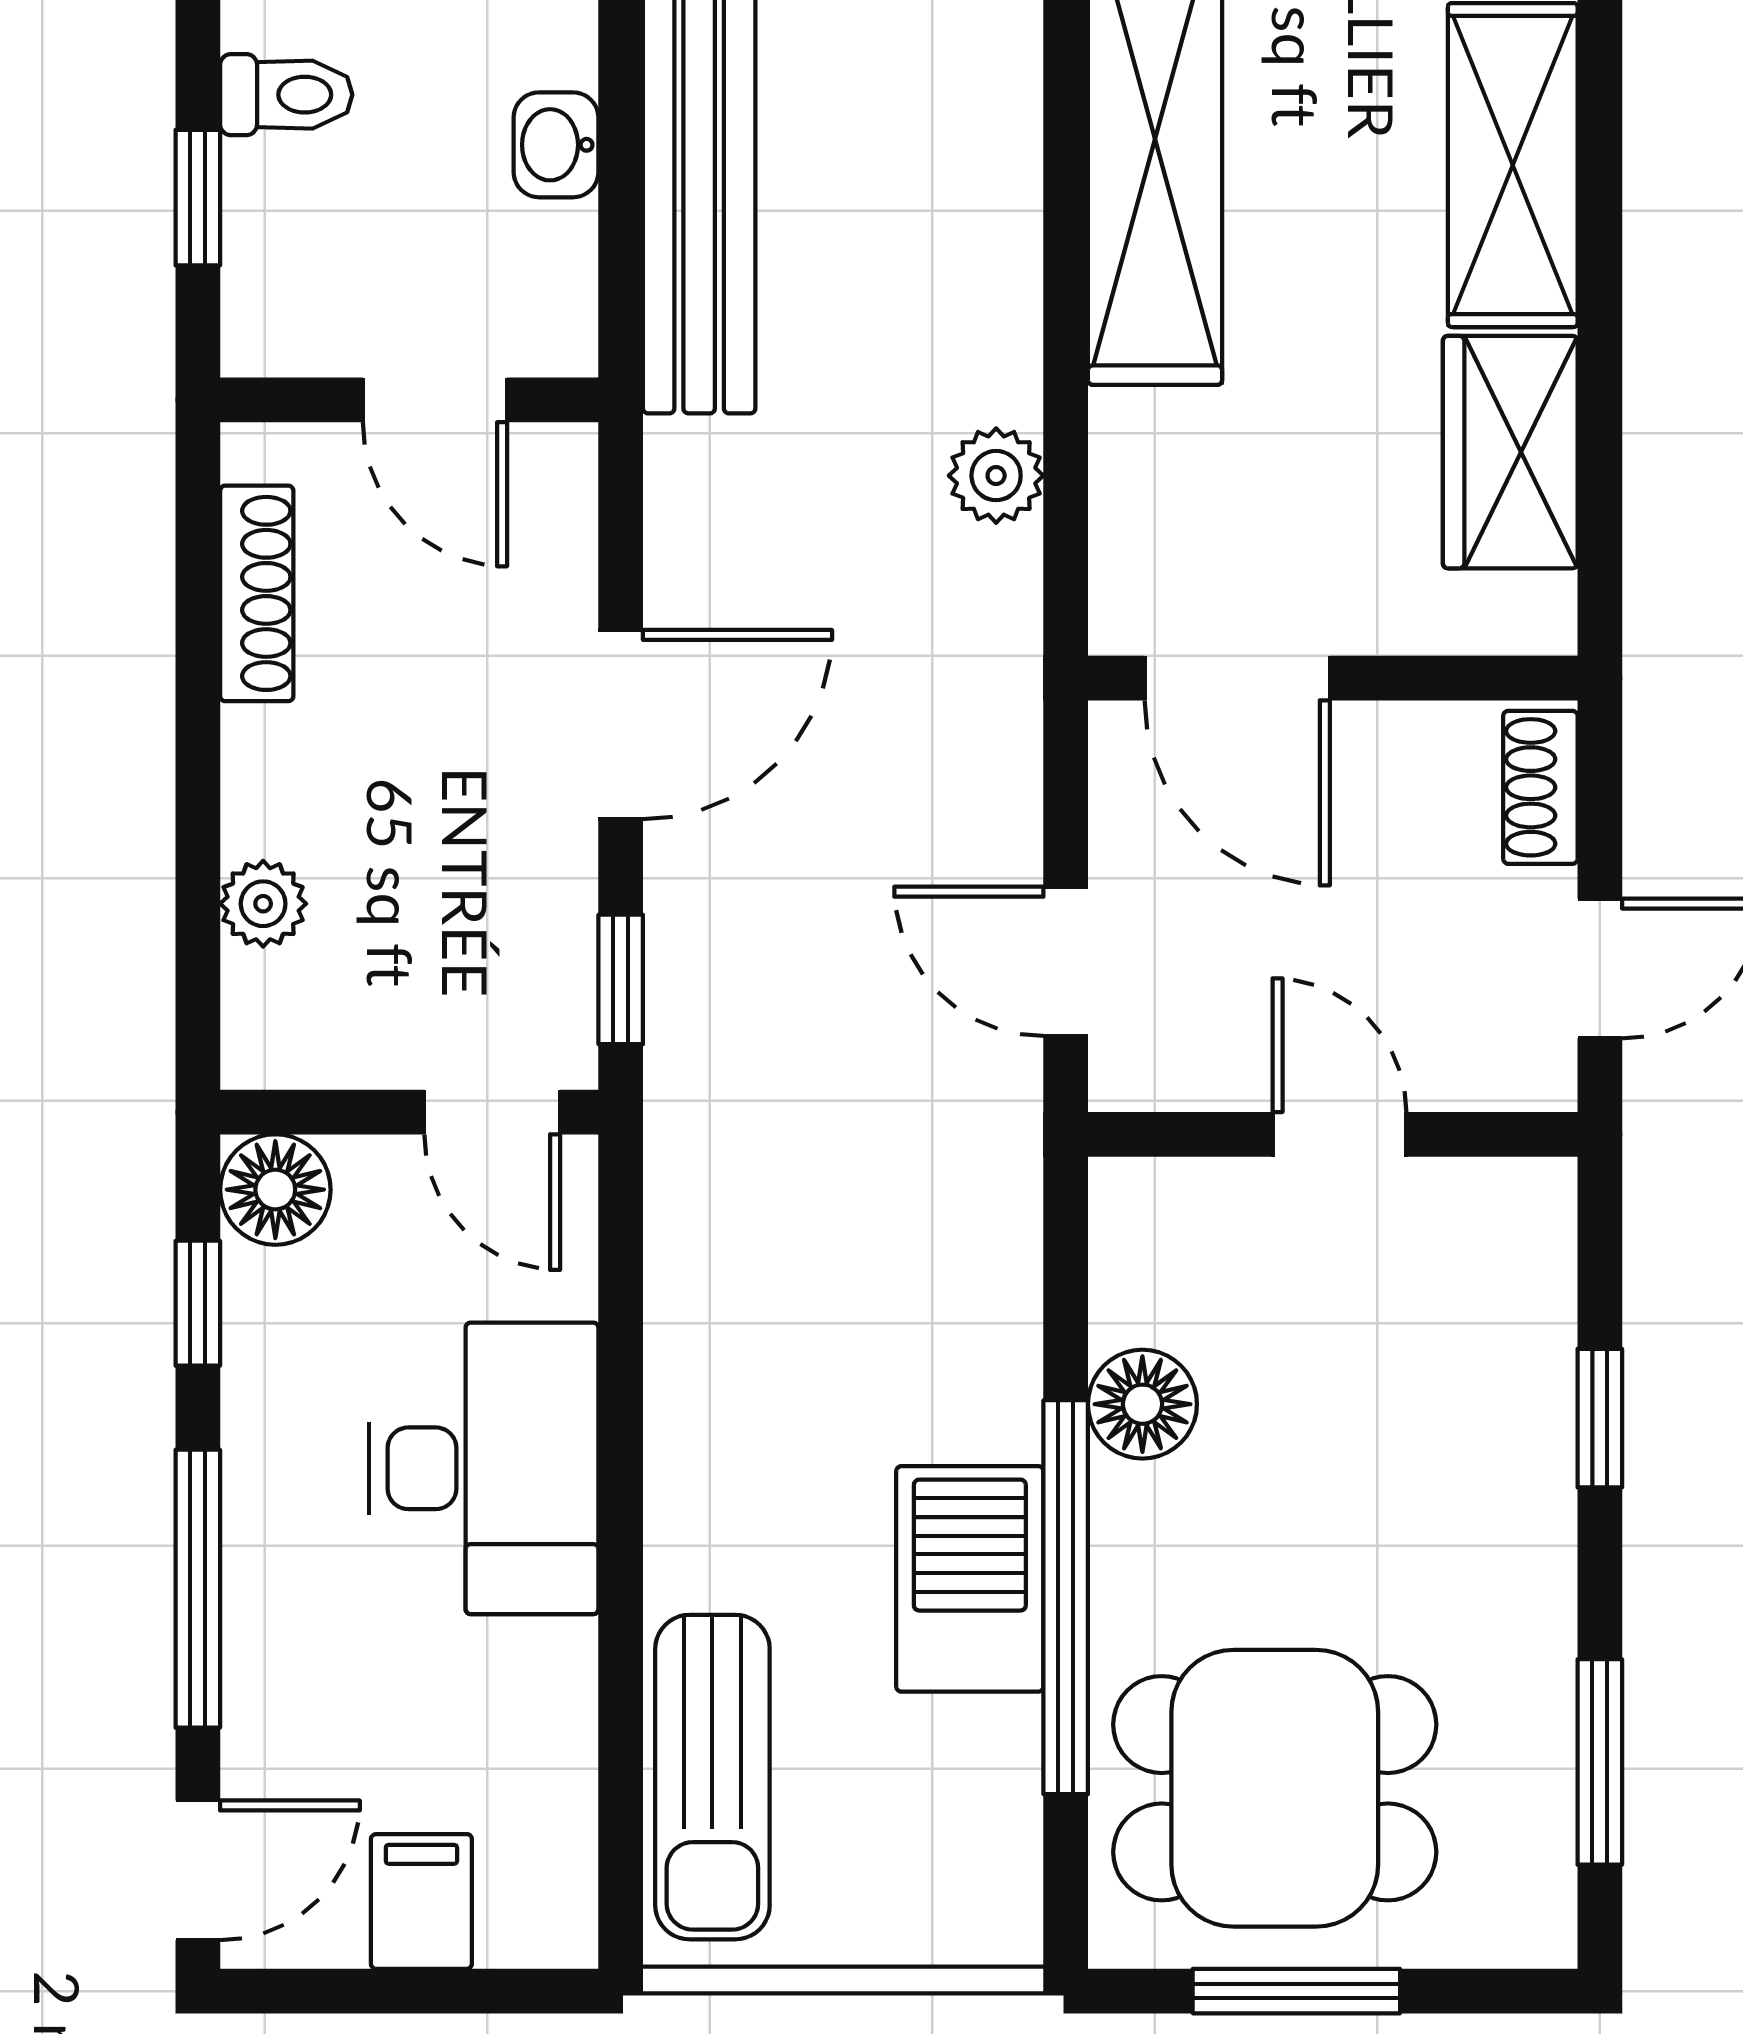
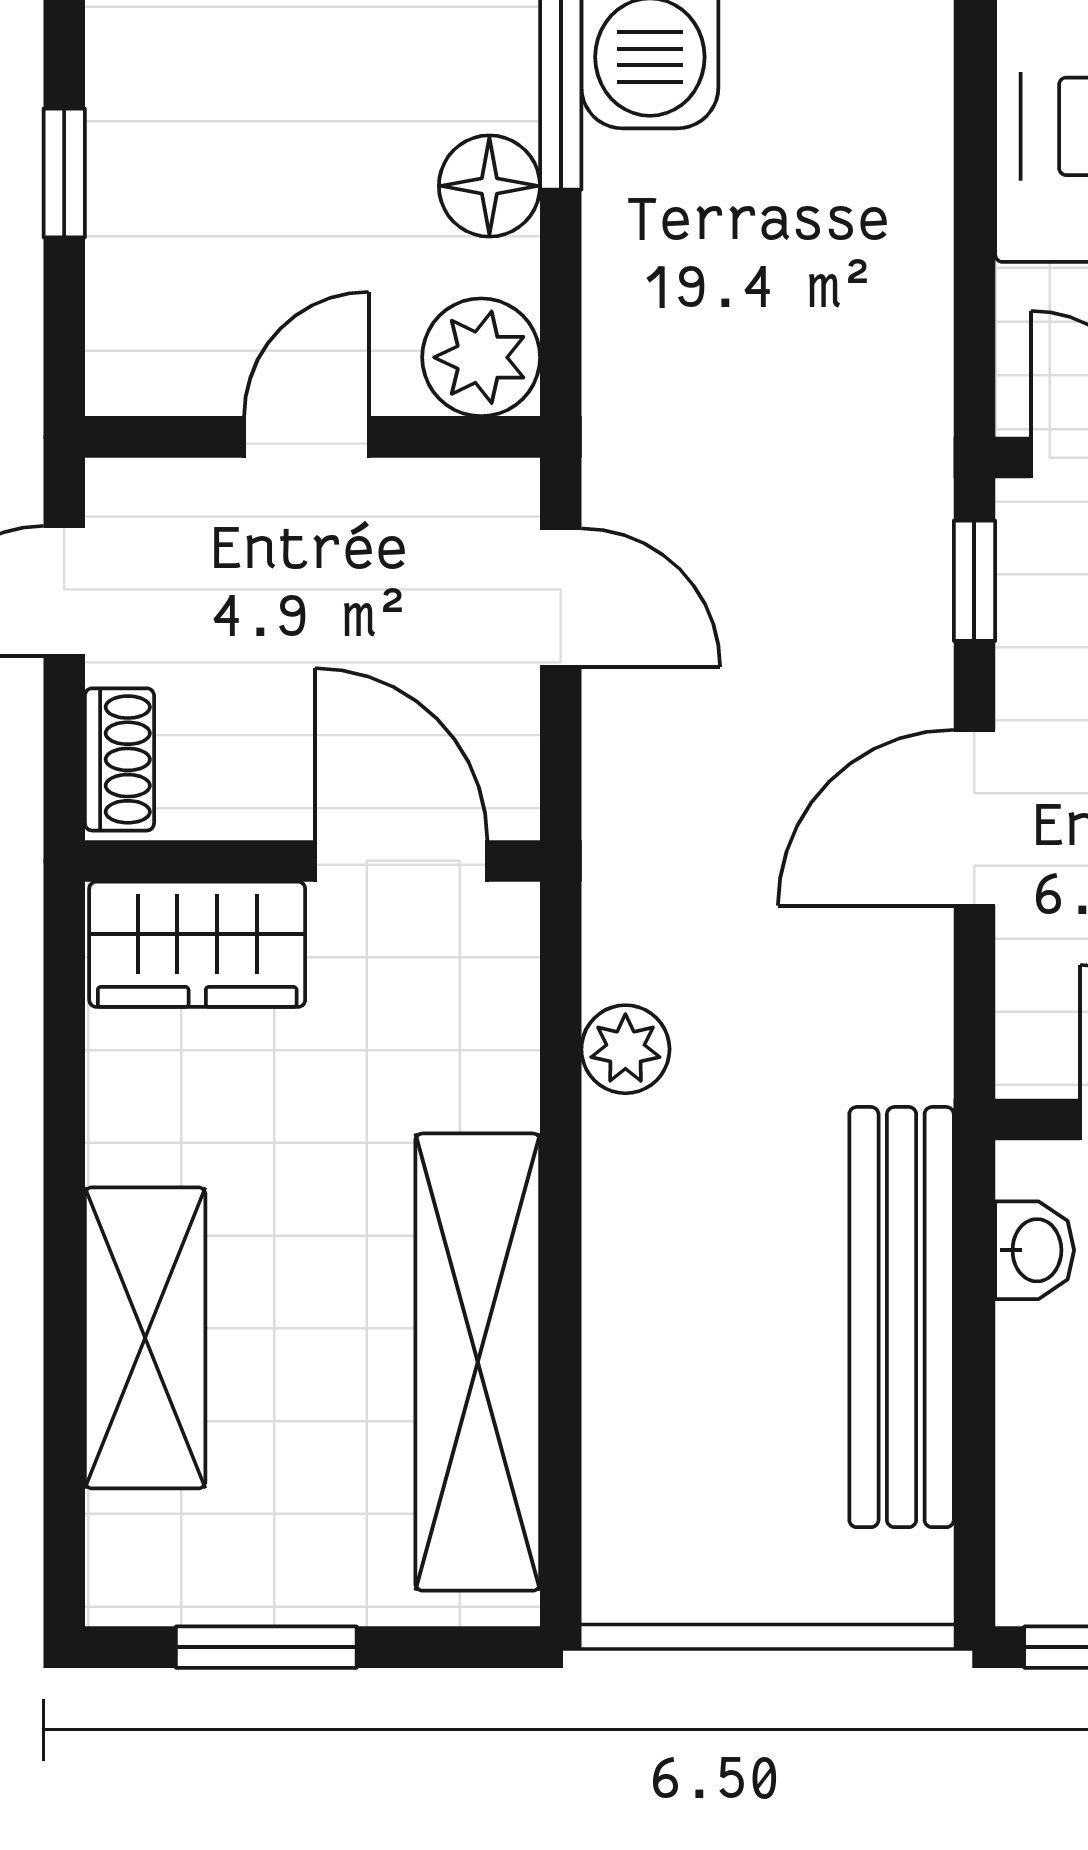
washbasin: (556, 145) -> (1035, 1250), moved
wardrobe: (1510, 452) -> (197, 944), moved, turned 90
door: (1339, 1134) -> (306, 437), swing flipped
plant: (1151, 1220) -> (481, 357), added

